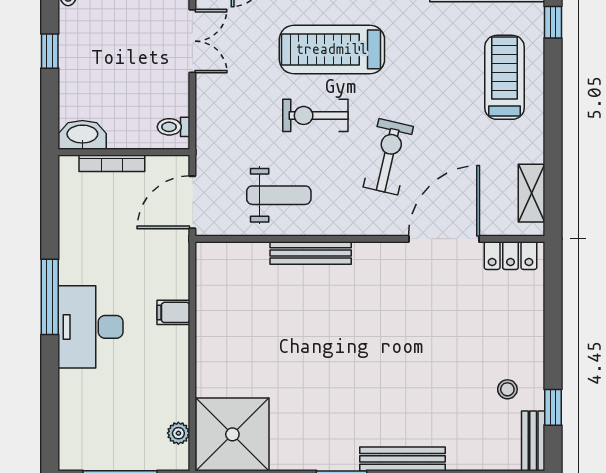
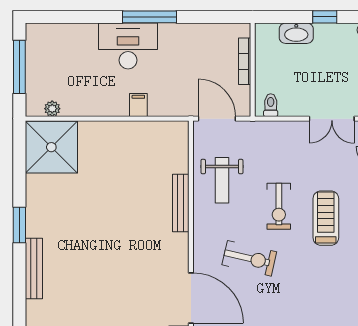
treadmill: (332, 49) -> (326, 218), width x0.73, depth x0.73
exercise bike: (315, 115) -> (279, 206), turned 180
washbasin: (82, 135) -> (296, 33), moved, turned 90

